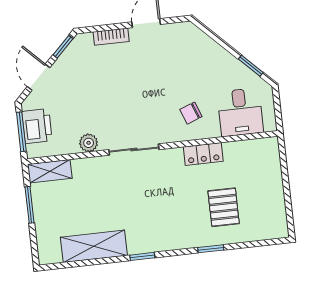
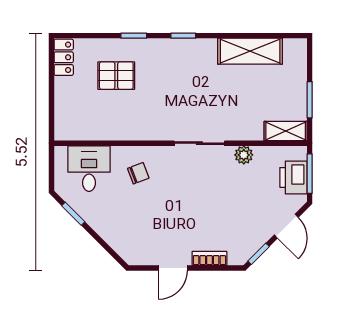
locker: (203, 154) -> (64, 57), moved, turned 90
pallet: (224, 207) -> (116, 76), turned 90
window: (142, 256) -> (183, 36), moved

